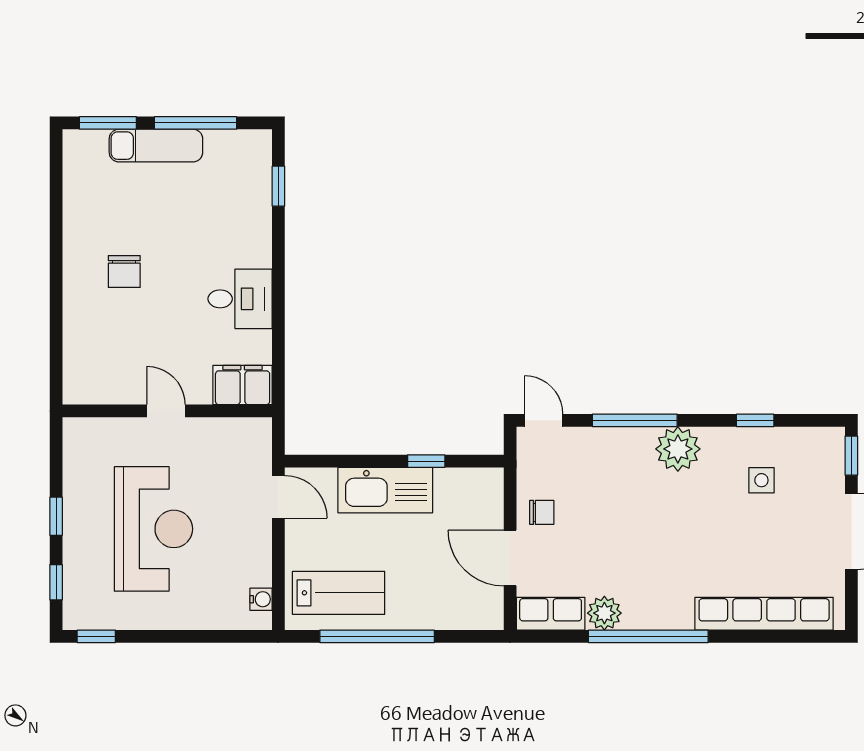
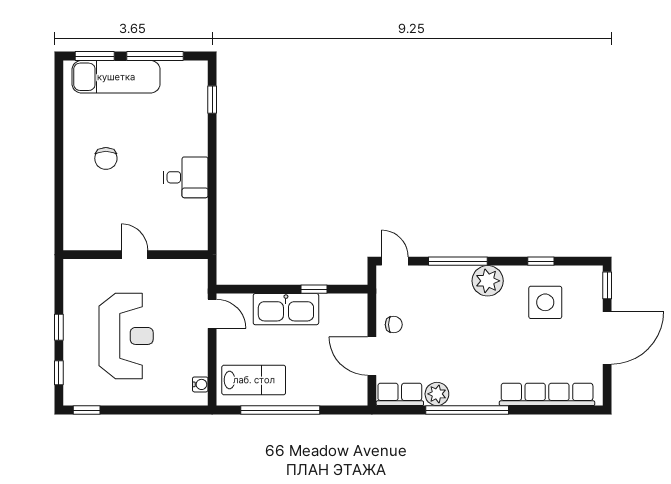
exam couch: (156, 146) -> (116, 77), width x1.36, depth x1.45
filing cabinet: (243, 385) -> (187, 237), removed
side table: (761, 480) -> (545, 302), width x1.87, depth x1.87

